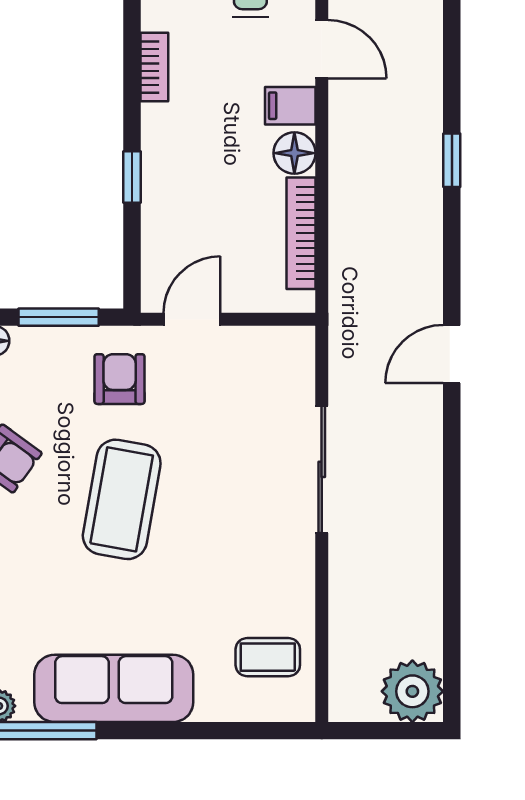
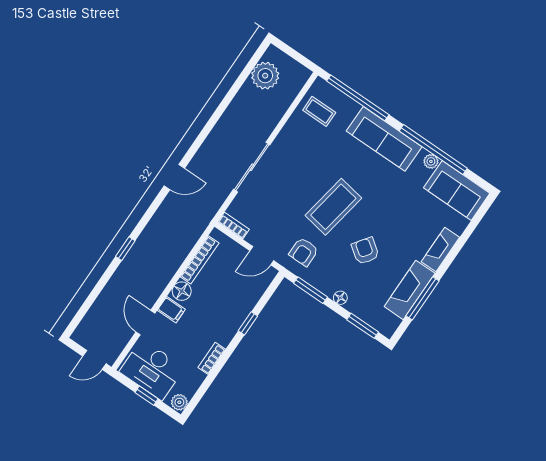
bookcase: (282, 339) -> (234, 226), added
plant: (412, 691) -> (265, 76), moved
window: (214, 731) -> (358, 98), added

